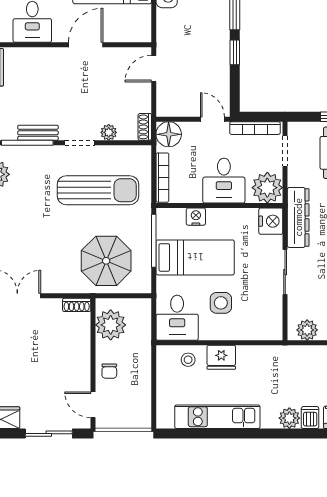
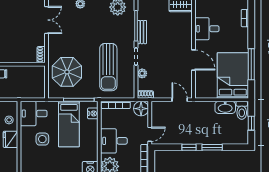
nightstand: (196, 217) -> (93, 113), moved
plant: (111, 325) -> (29, 75), removed

